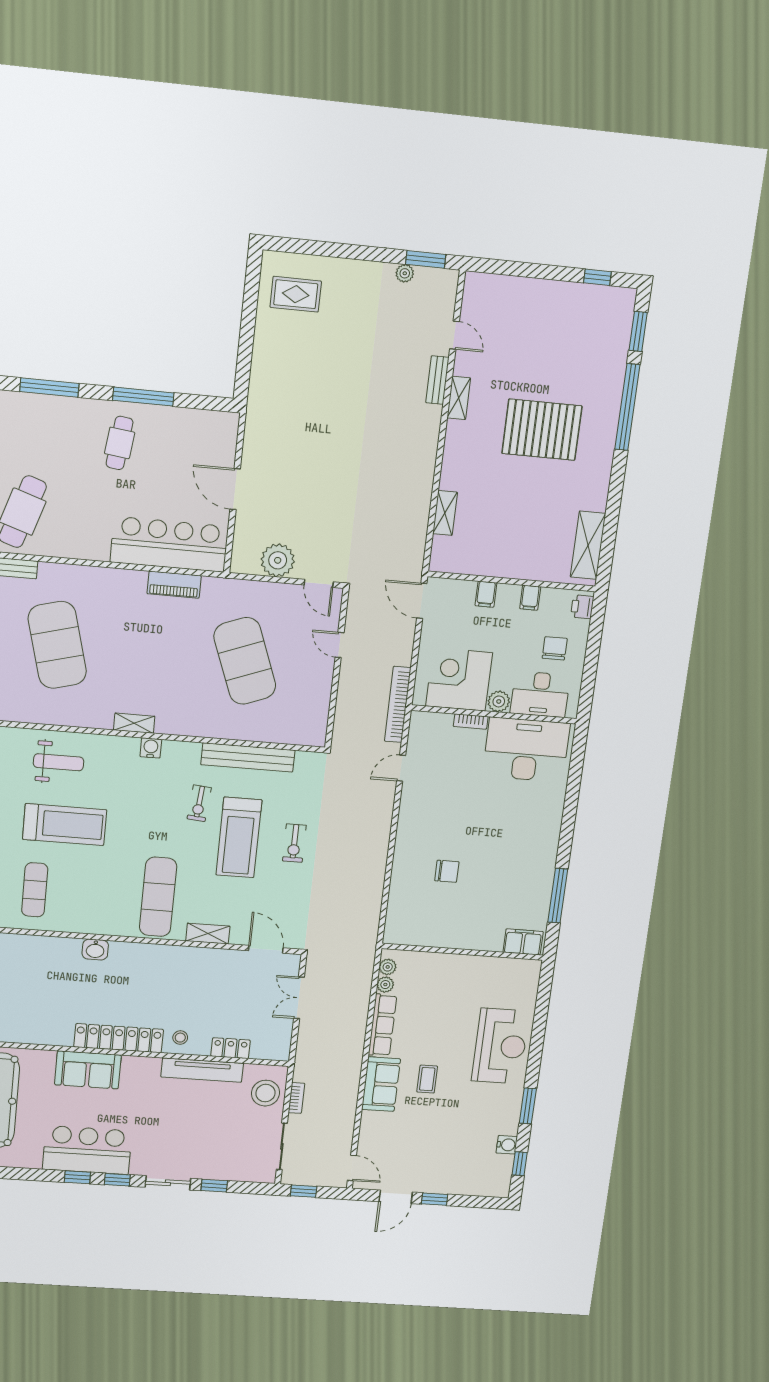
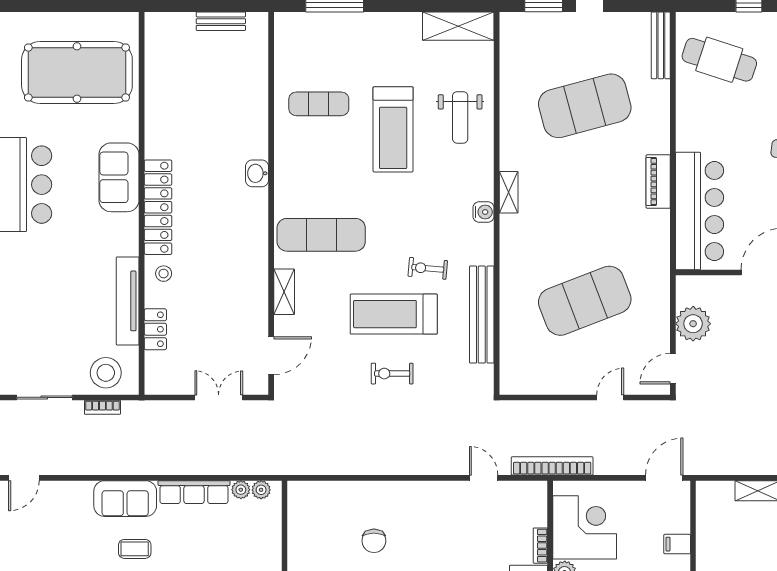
piano: (174, 585) -> (658, 182), moved

